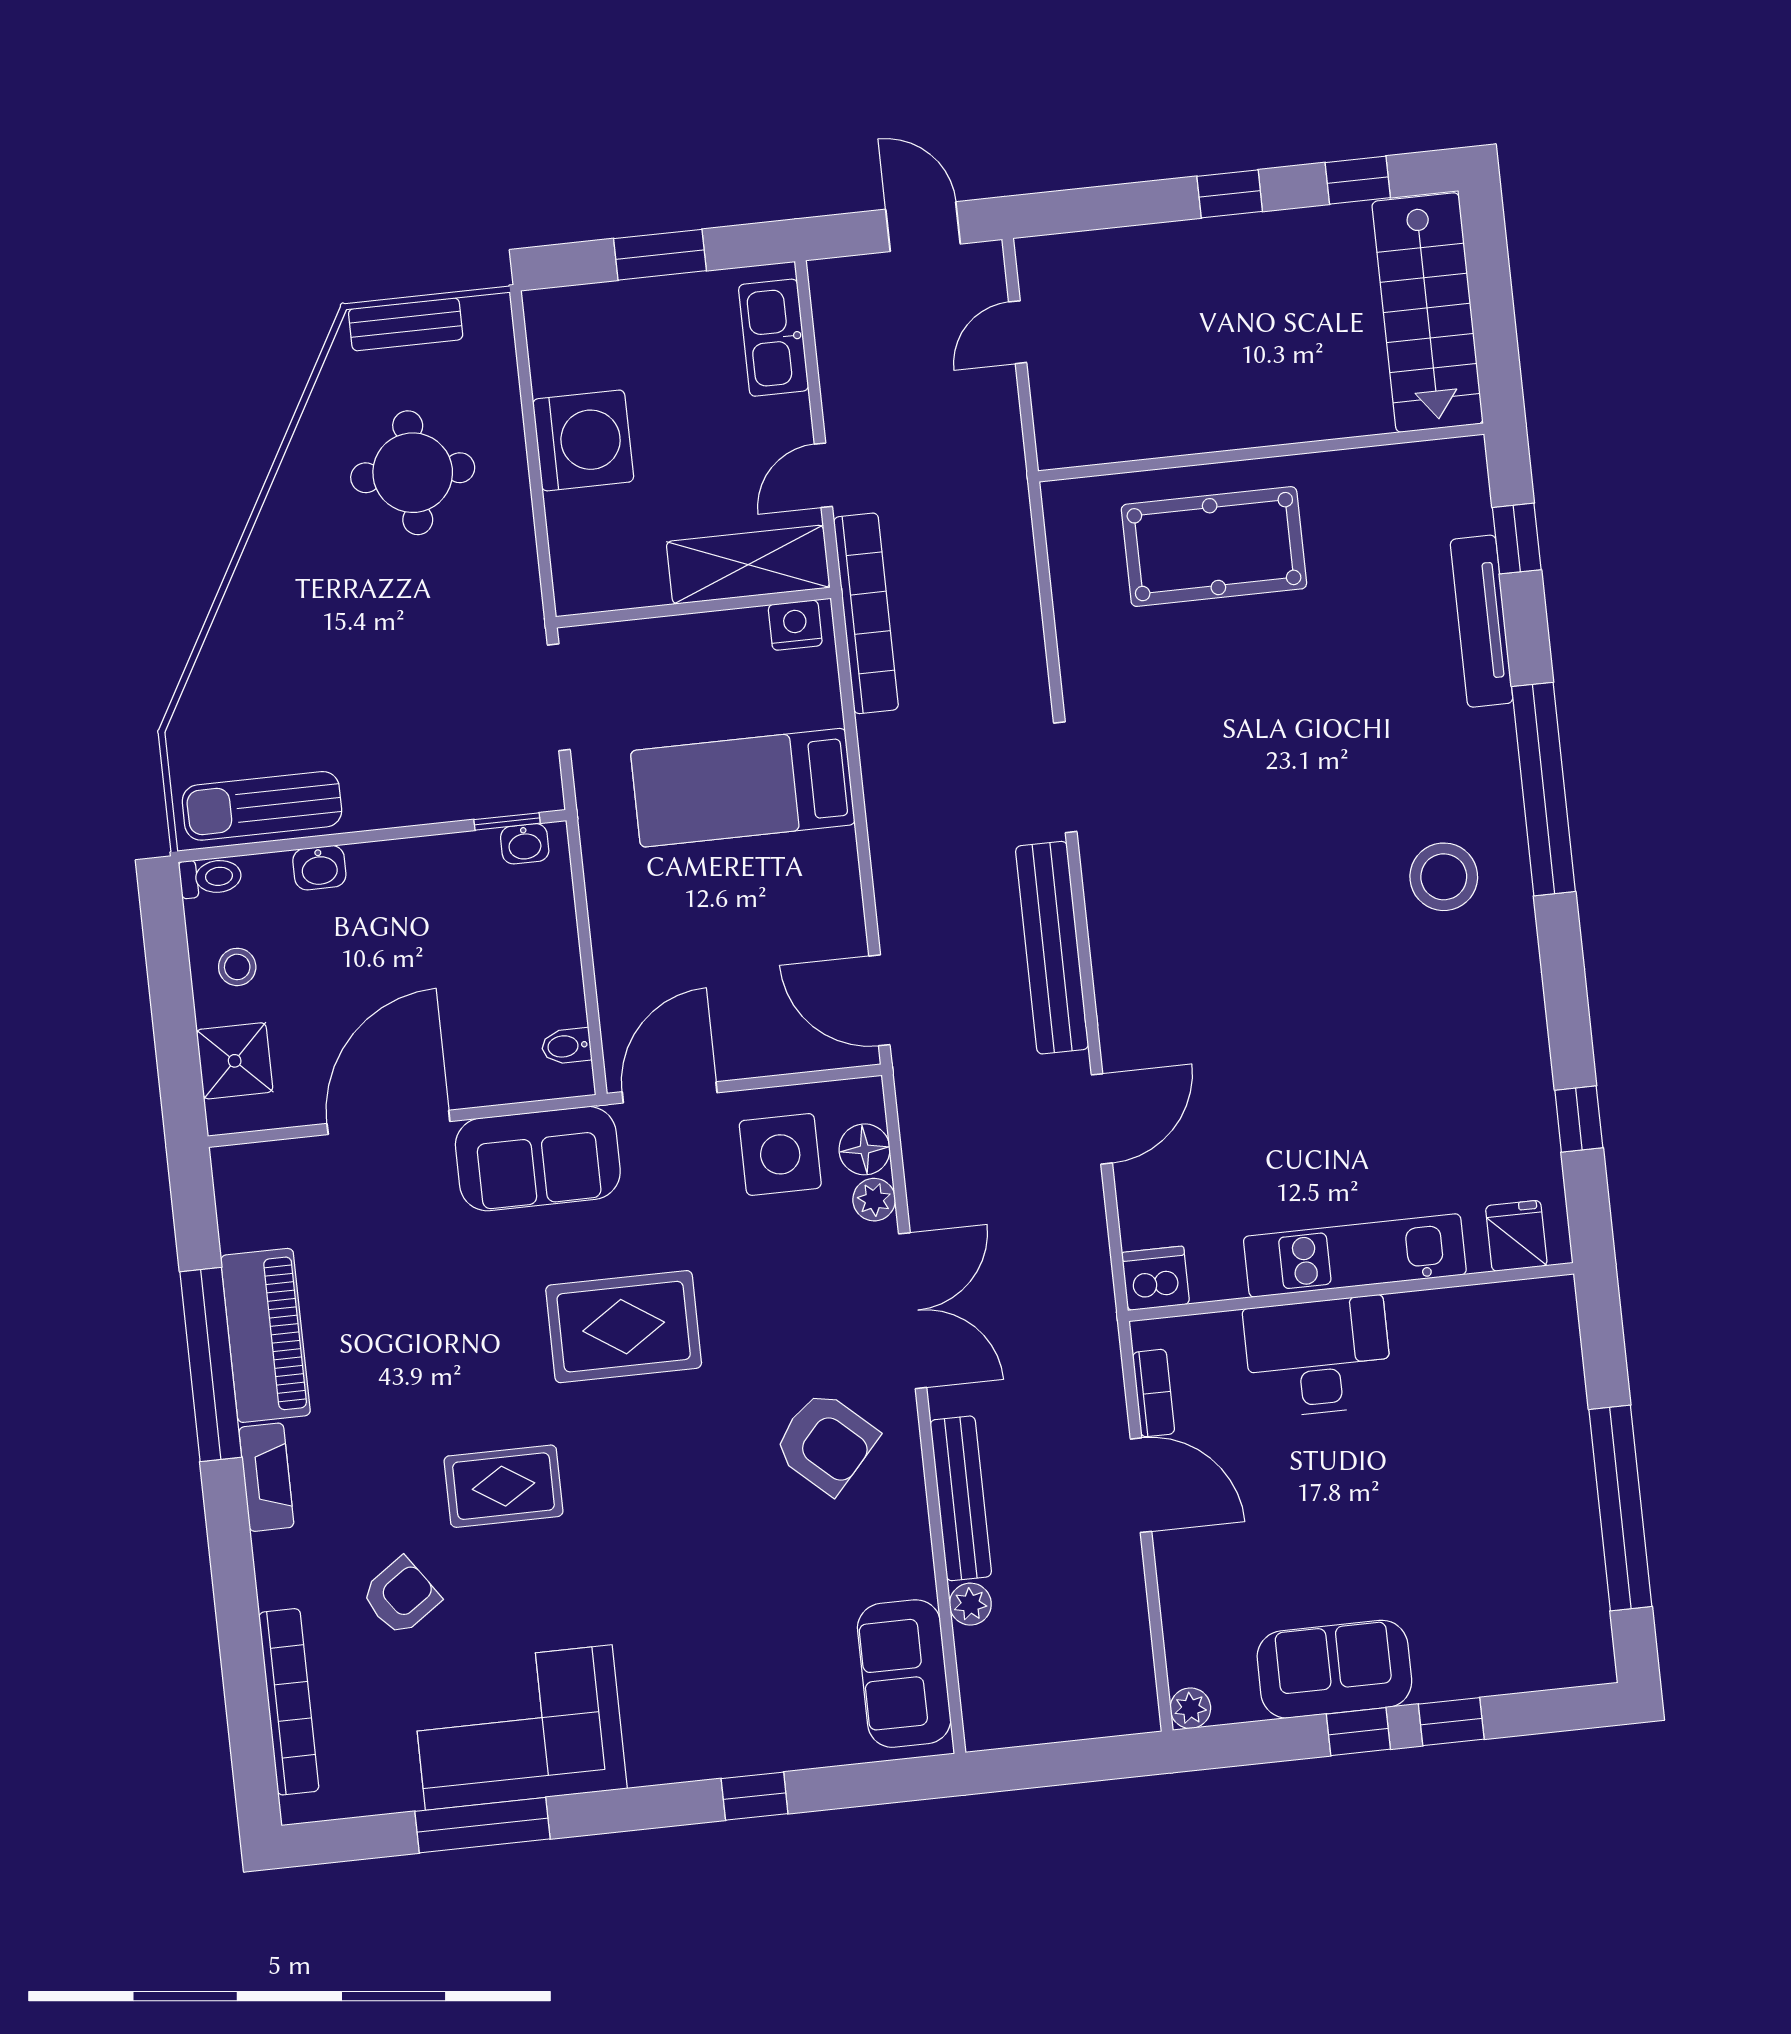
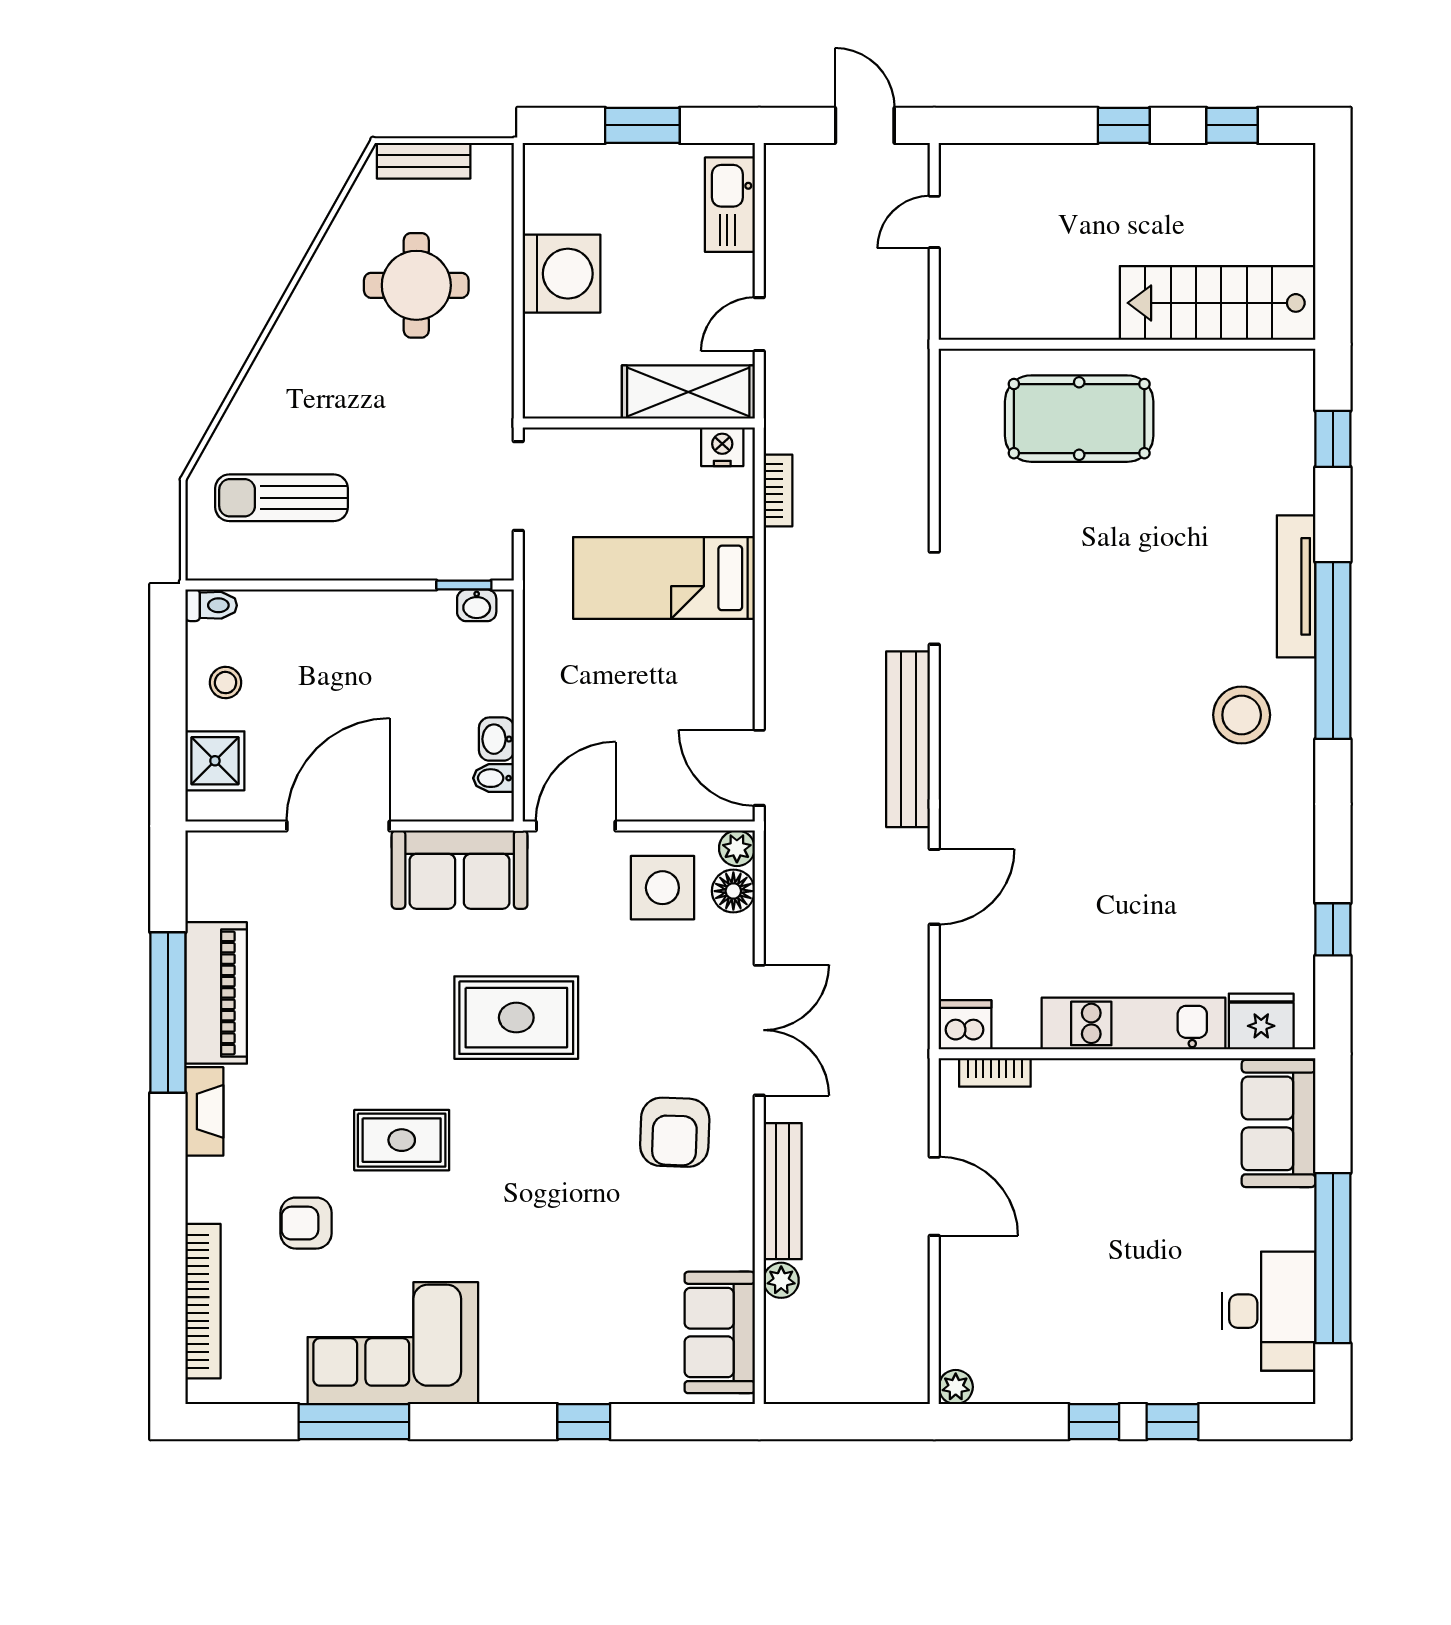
stairs: (1428, 313) -> (1218, 303), moved, turned 90
bookcase: (866, 613) -> (778, 491), width x0.43, depth x0.76
tv unit: (1482, 621) -> (1296, 586), moved
sun lounger: (262, 806) -> (282, 498), moved
washbasin: (319, 868) -> (496, 739), moved, turned 90
plant: (874, 1200) -> (737, 848), moved
fridge: (1516, 1236) -> (1261, 1021), width x1.38
desk: (1318, 1357) -> (1269, 1311), moved, turned 90
bookcase: (1154, 1393) -> (995, 1072), moved, turned 90
armchair: (826, 1442) -> (675, 1132), turned 50
armchair: (401, 1596) -> (306, 1223), turned -145
sofa: (1334, 1669) -> (1279, 1123), moved, turned -90

